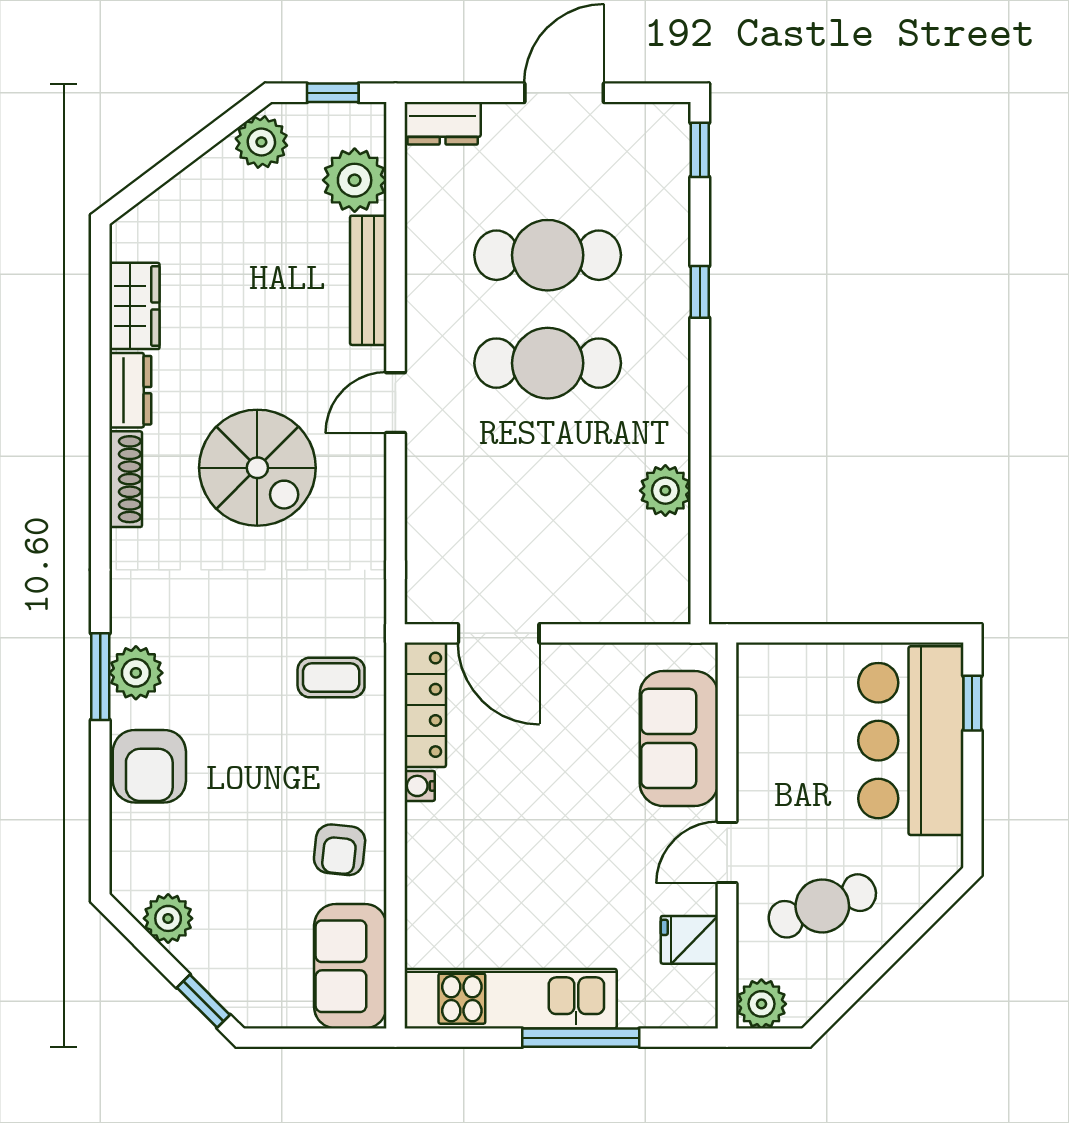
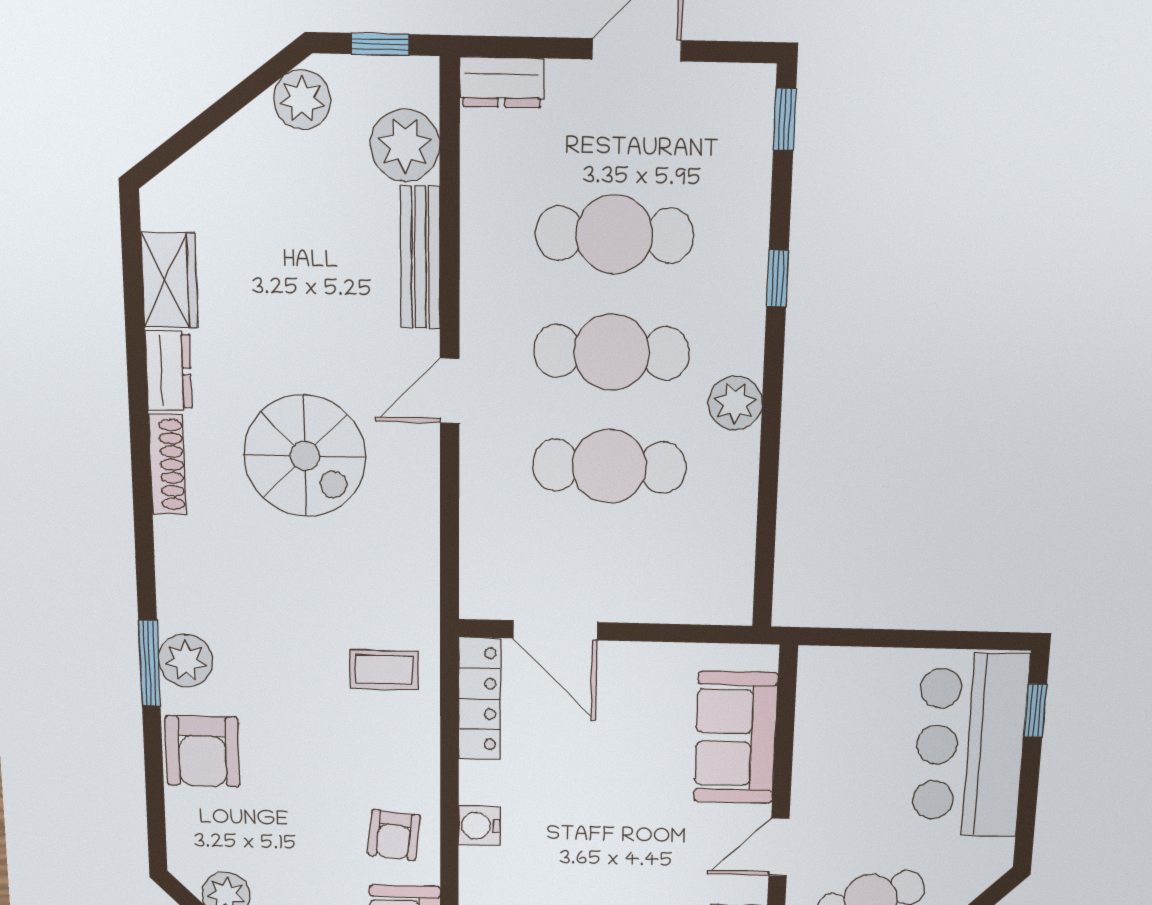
cafe table: (548, 471) -> (609, 466), added
plant: (665, 491) -> (735, 403), moved
water cooler: (420, 786) -> (479, 826), moved, width x1.38, depth x1.38

